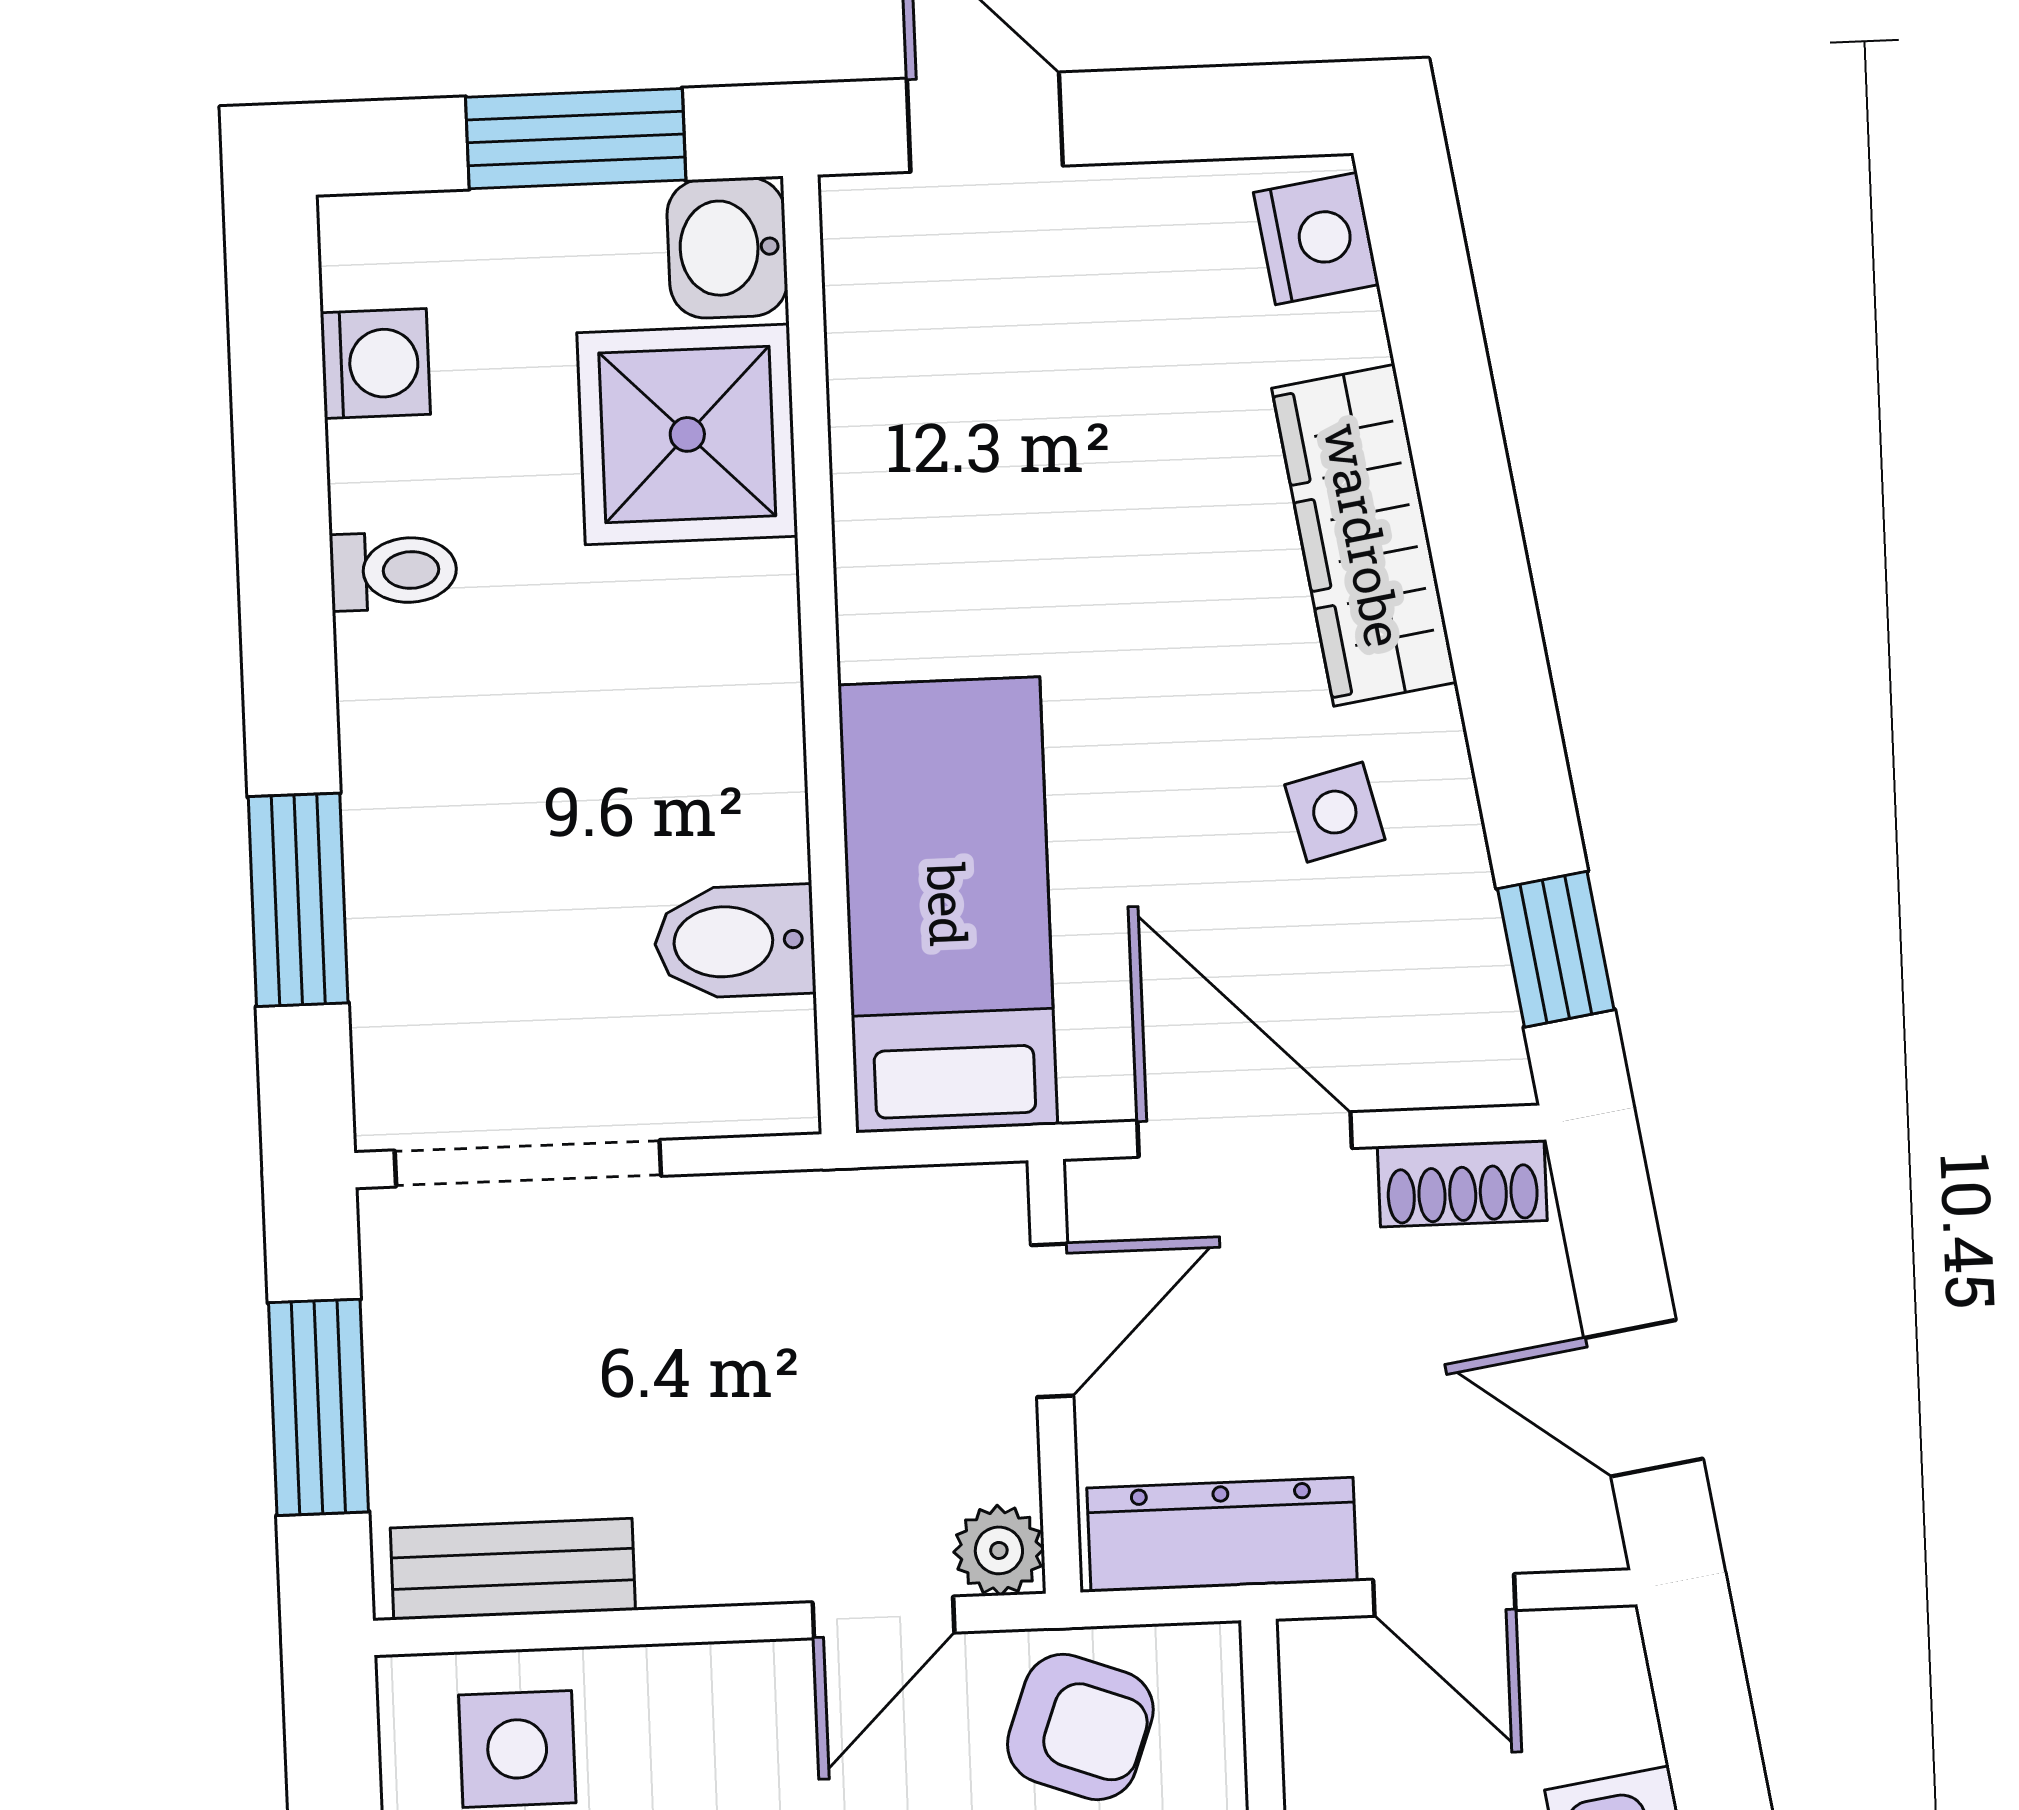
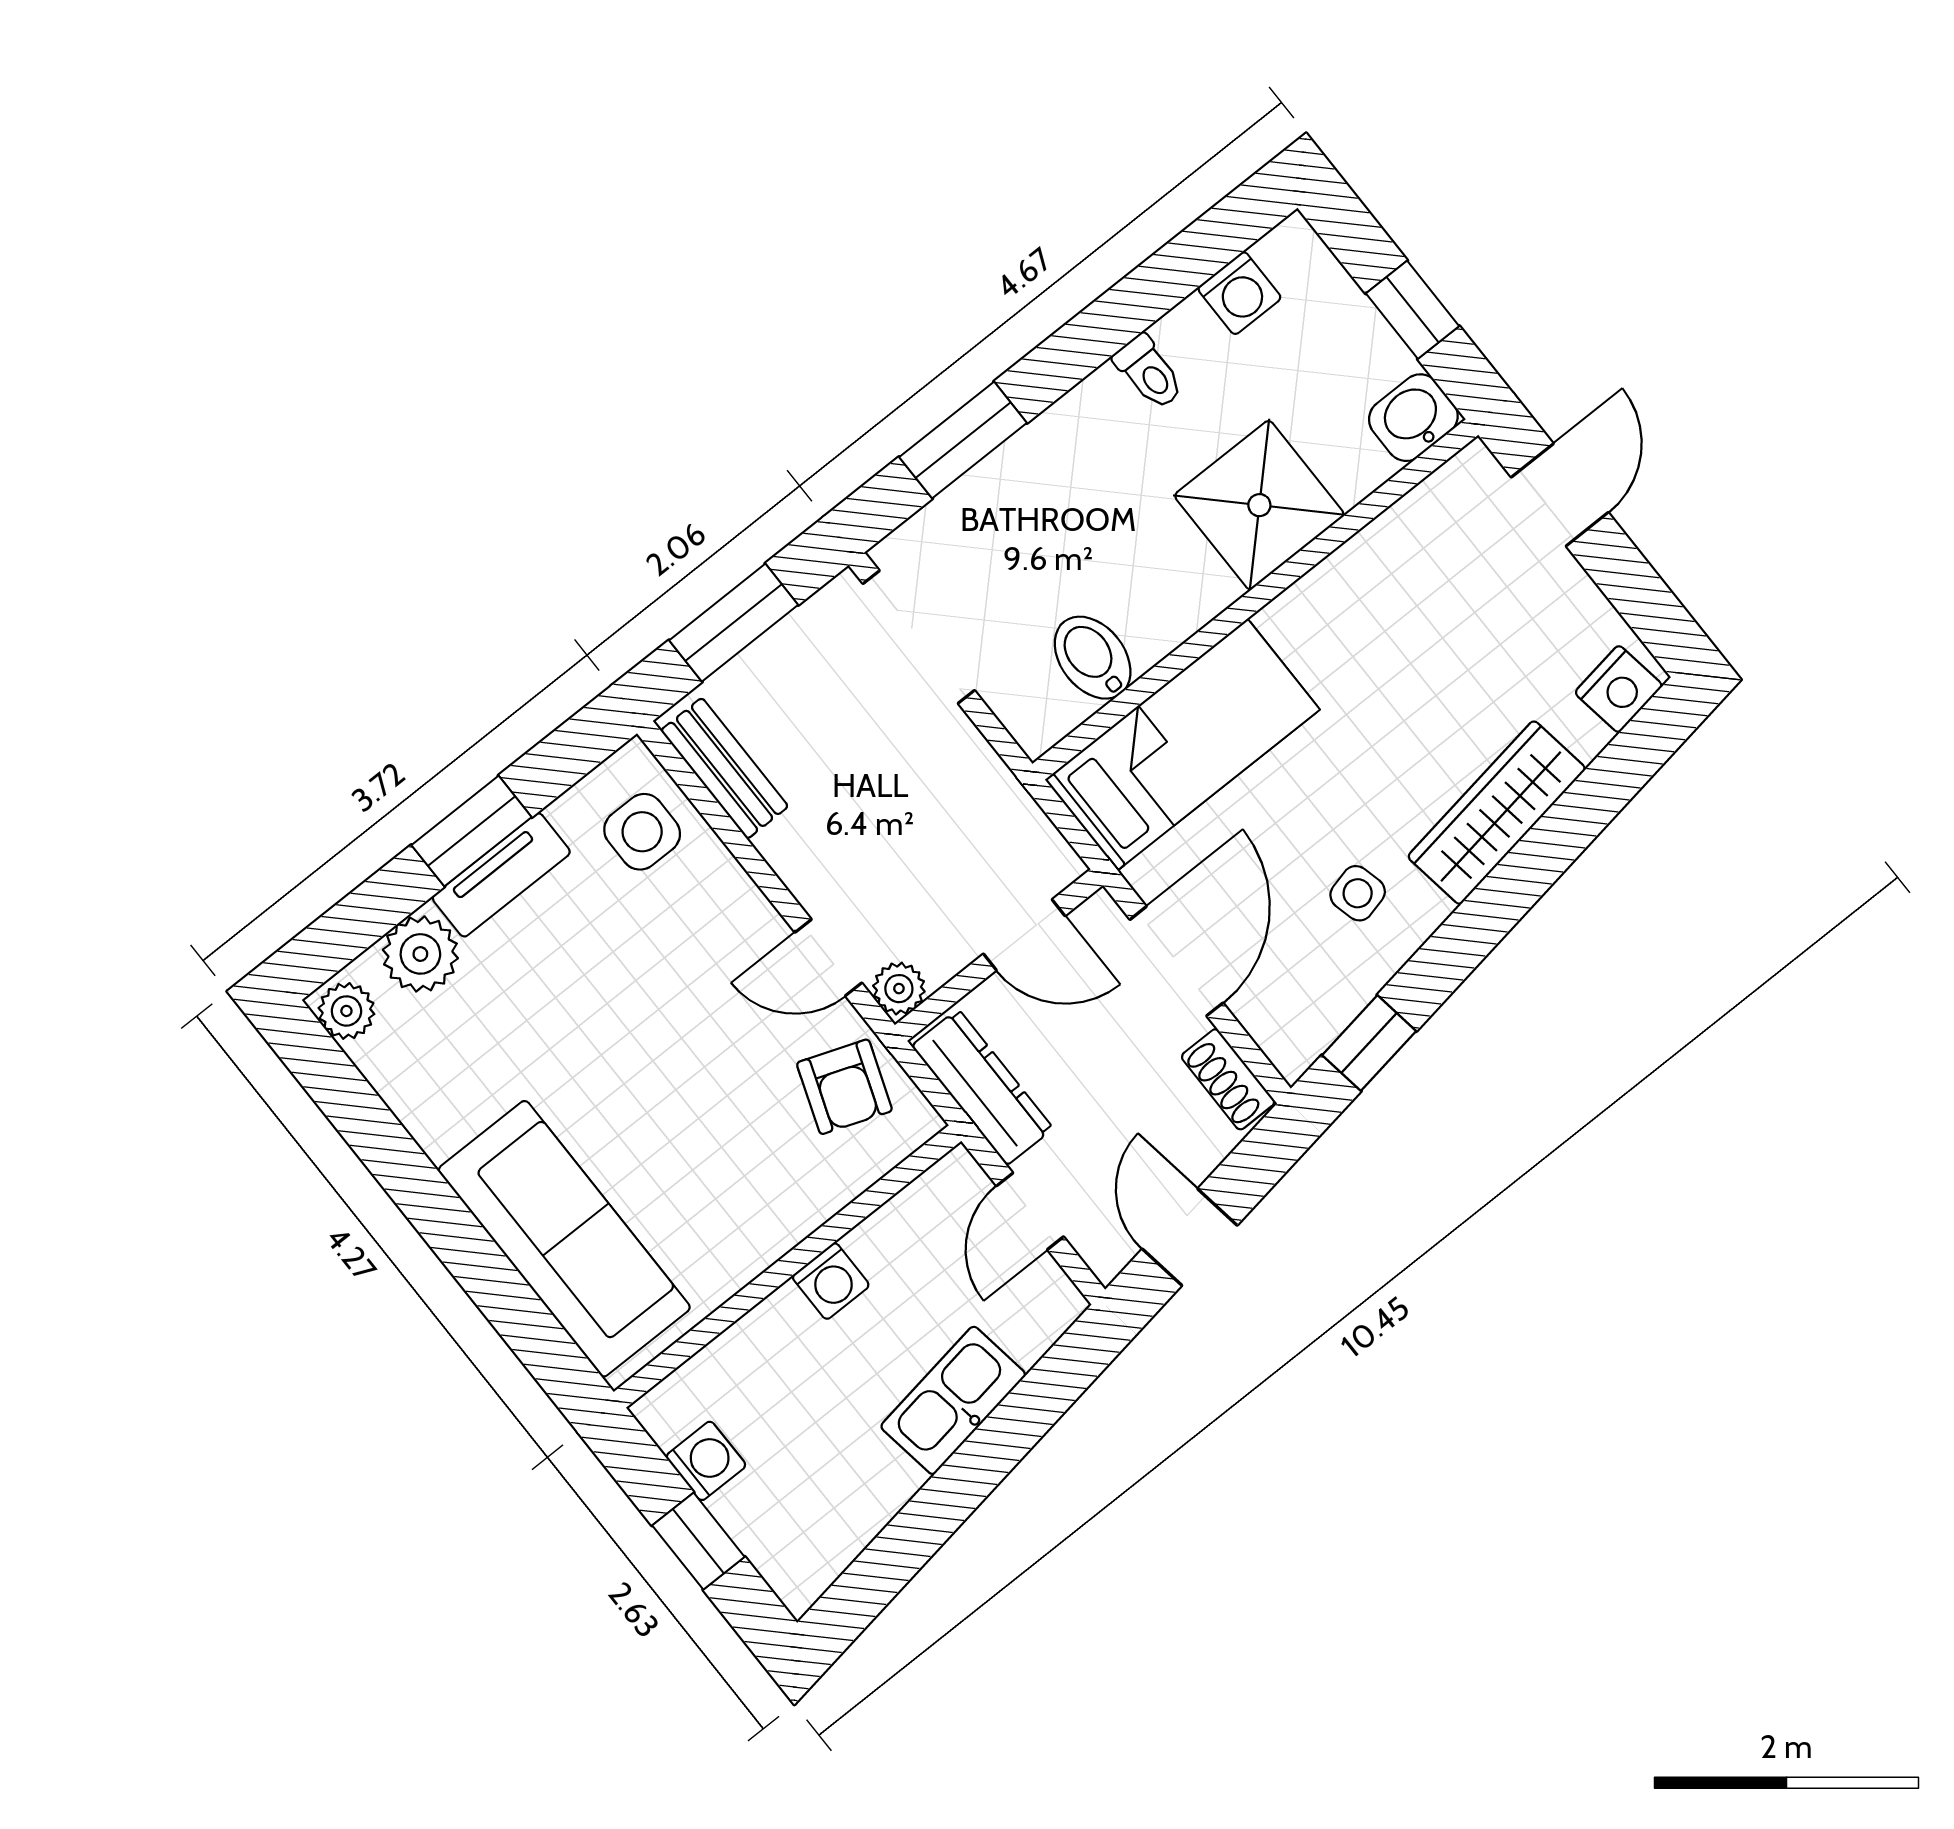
window: (576, 139) -> (1413, 310), width x0.67
shower: (687, 434) -> (1259, 505), moved

